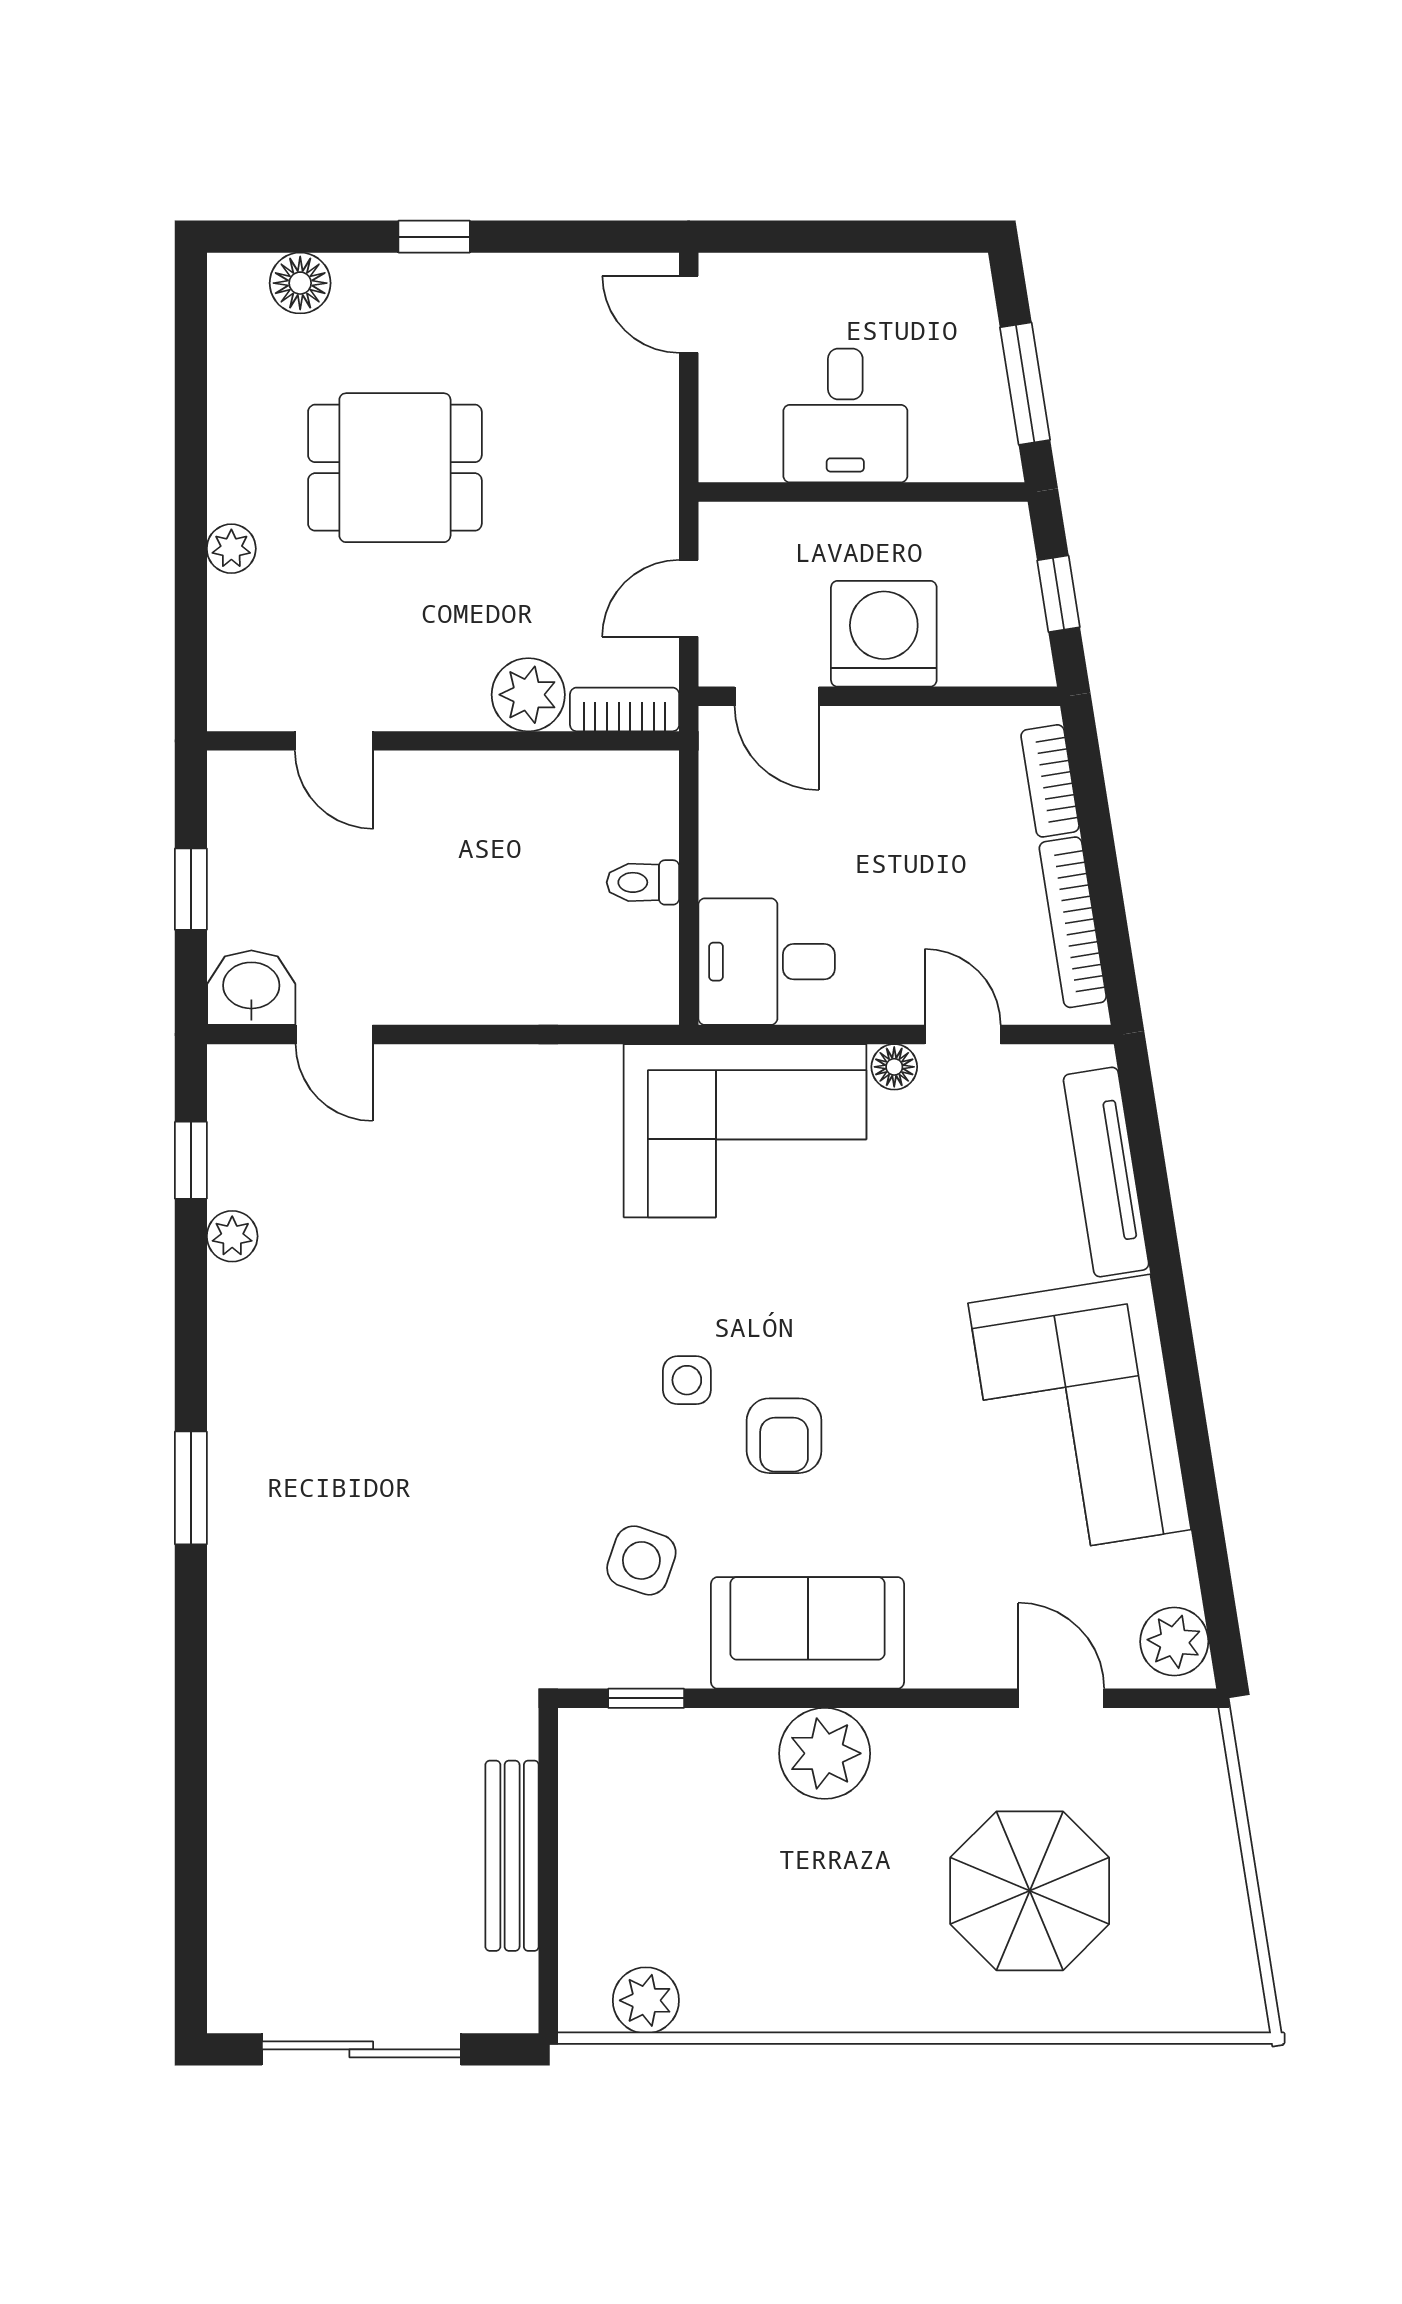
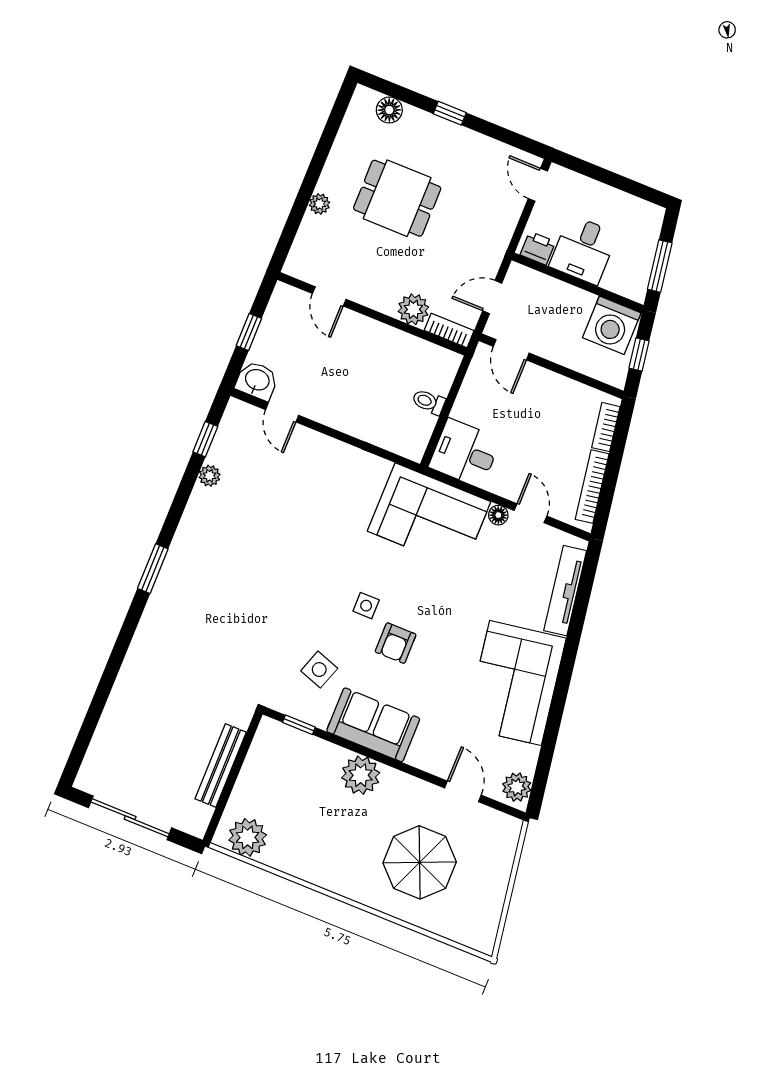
printer: (745, 452) -> (538, 248), added
washing machine: (884, 634) -> (612, 325), moved, turned 180
plant: (646, 2000) -> (248, 837), width x1.36, depth x1.36

